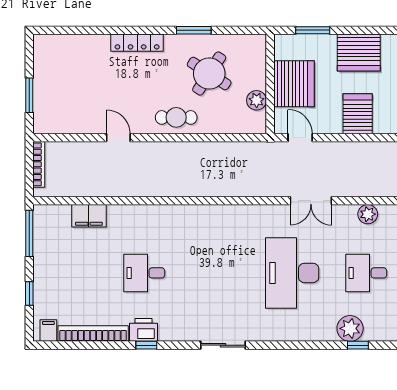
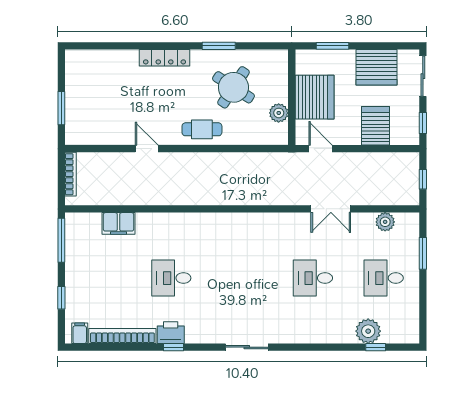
desk: (292, 273) -> (313, 278), width x0.53, depth x0.77

